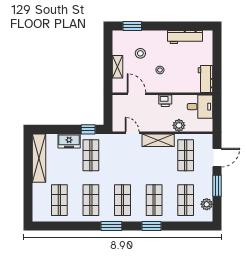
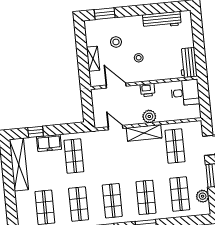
plant: (179, 125) -> (149, 116), moved
window: (88, 129) -> (36, 132), moved

